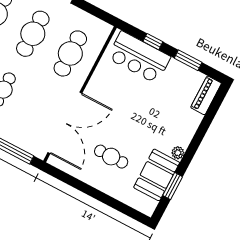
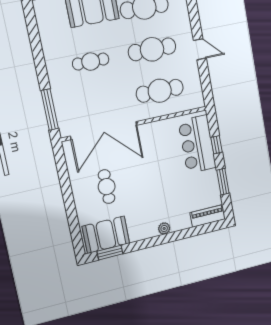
plant: (178, 153) -> (164, 228), moved
booth: (157, 175) -> (106, 235), moved
window: (173, 186) -> (110, 253), moved

